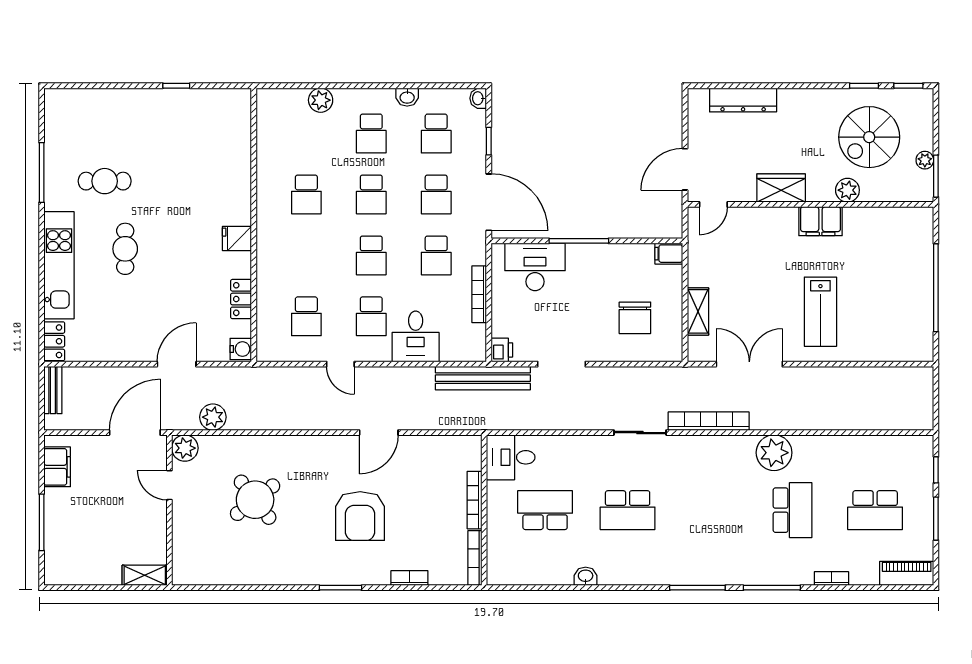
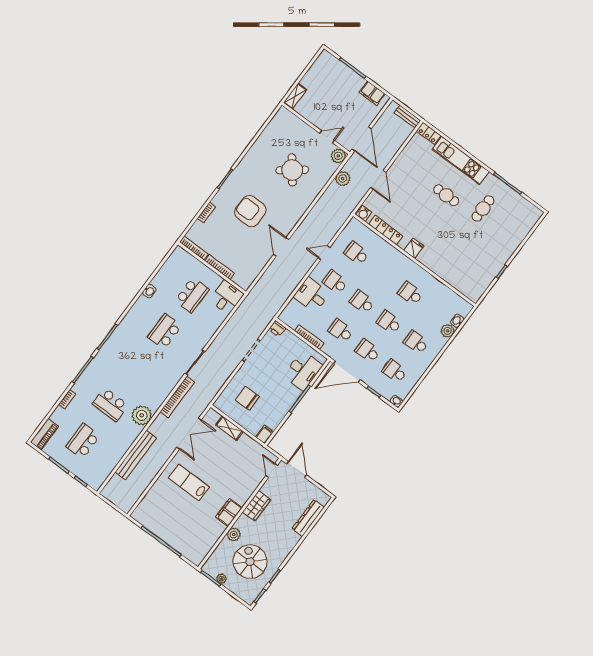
washbasin: (407, 97) -> (457, 321), moved
locker: (241, 299) -> (386, 230), width x1.53
bench: (483, 378) -> (136, 455), moved

